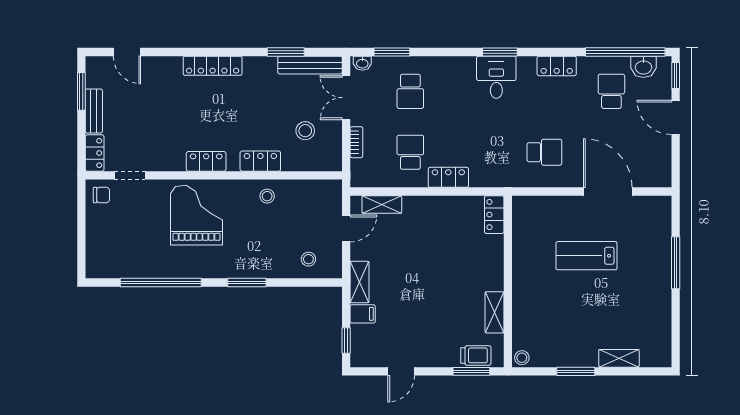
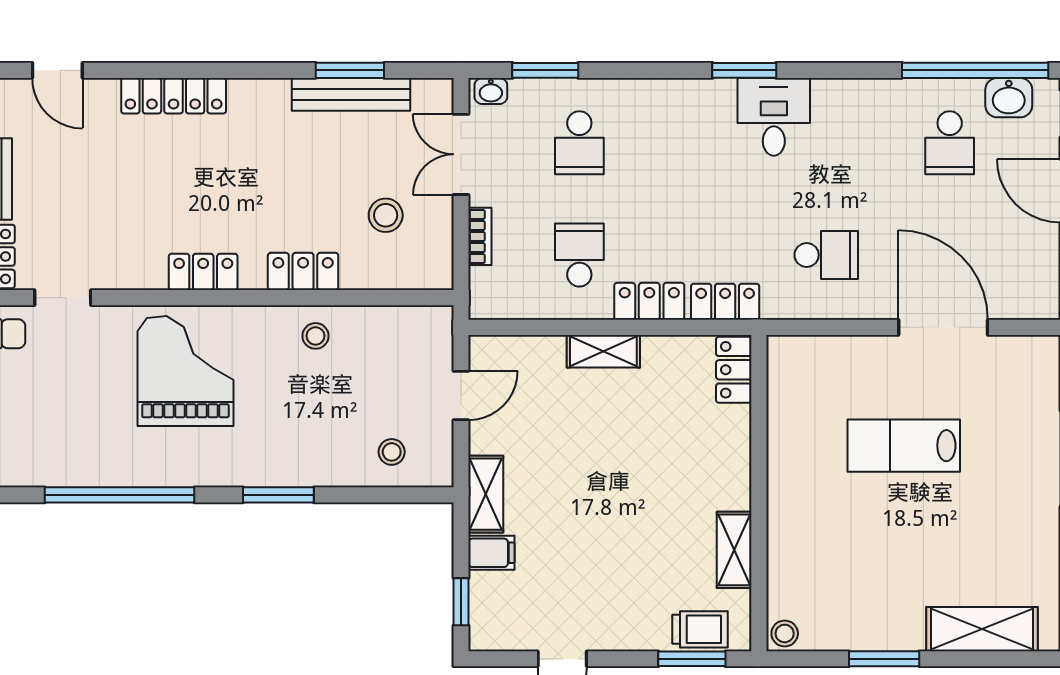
bench: (310, 65) -> (351, 94), moved
locker: (213, 66) -> (174, 96), moved
locker: (557, 66) -> (725, 302), moved, turned 180
desk: (496, 77) -> (774, 117), moved
school desk: (611, 91) -> (950, 143), turned 180
shelving: (382, 204) -> (603, 351), moved
shelving: (619, 358) -> (982, 629), width x1.50, depth x1.33

